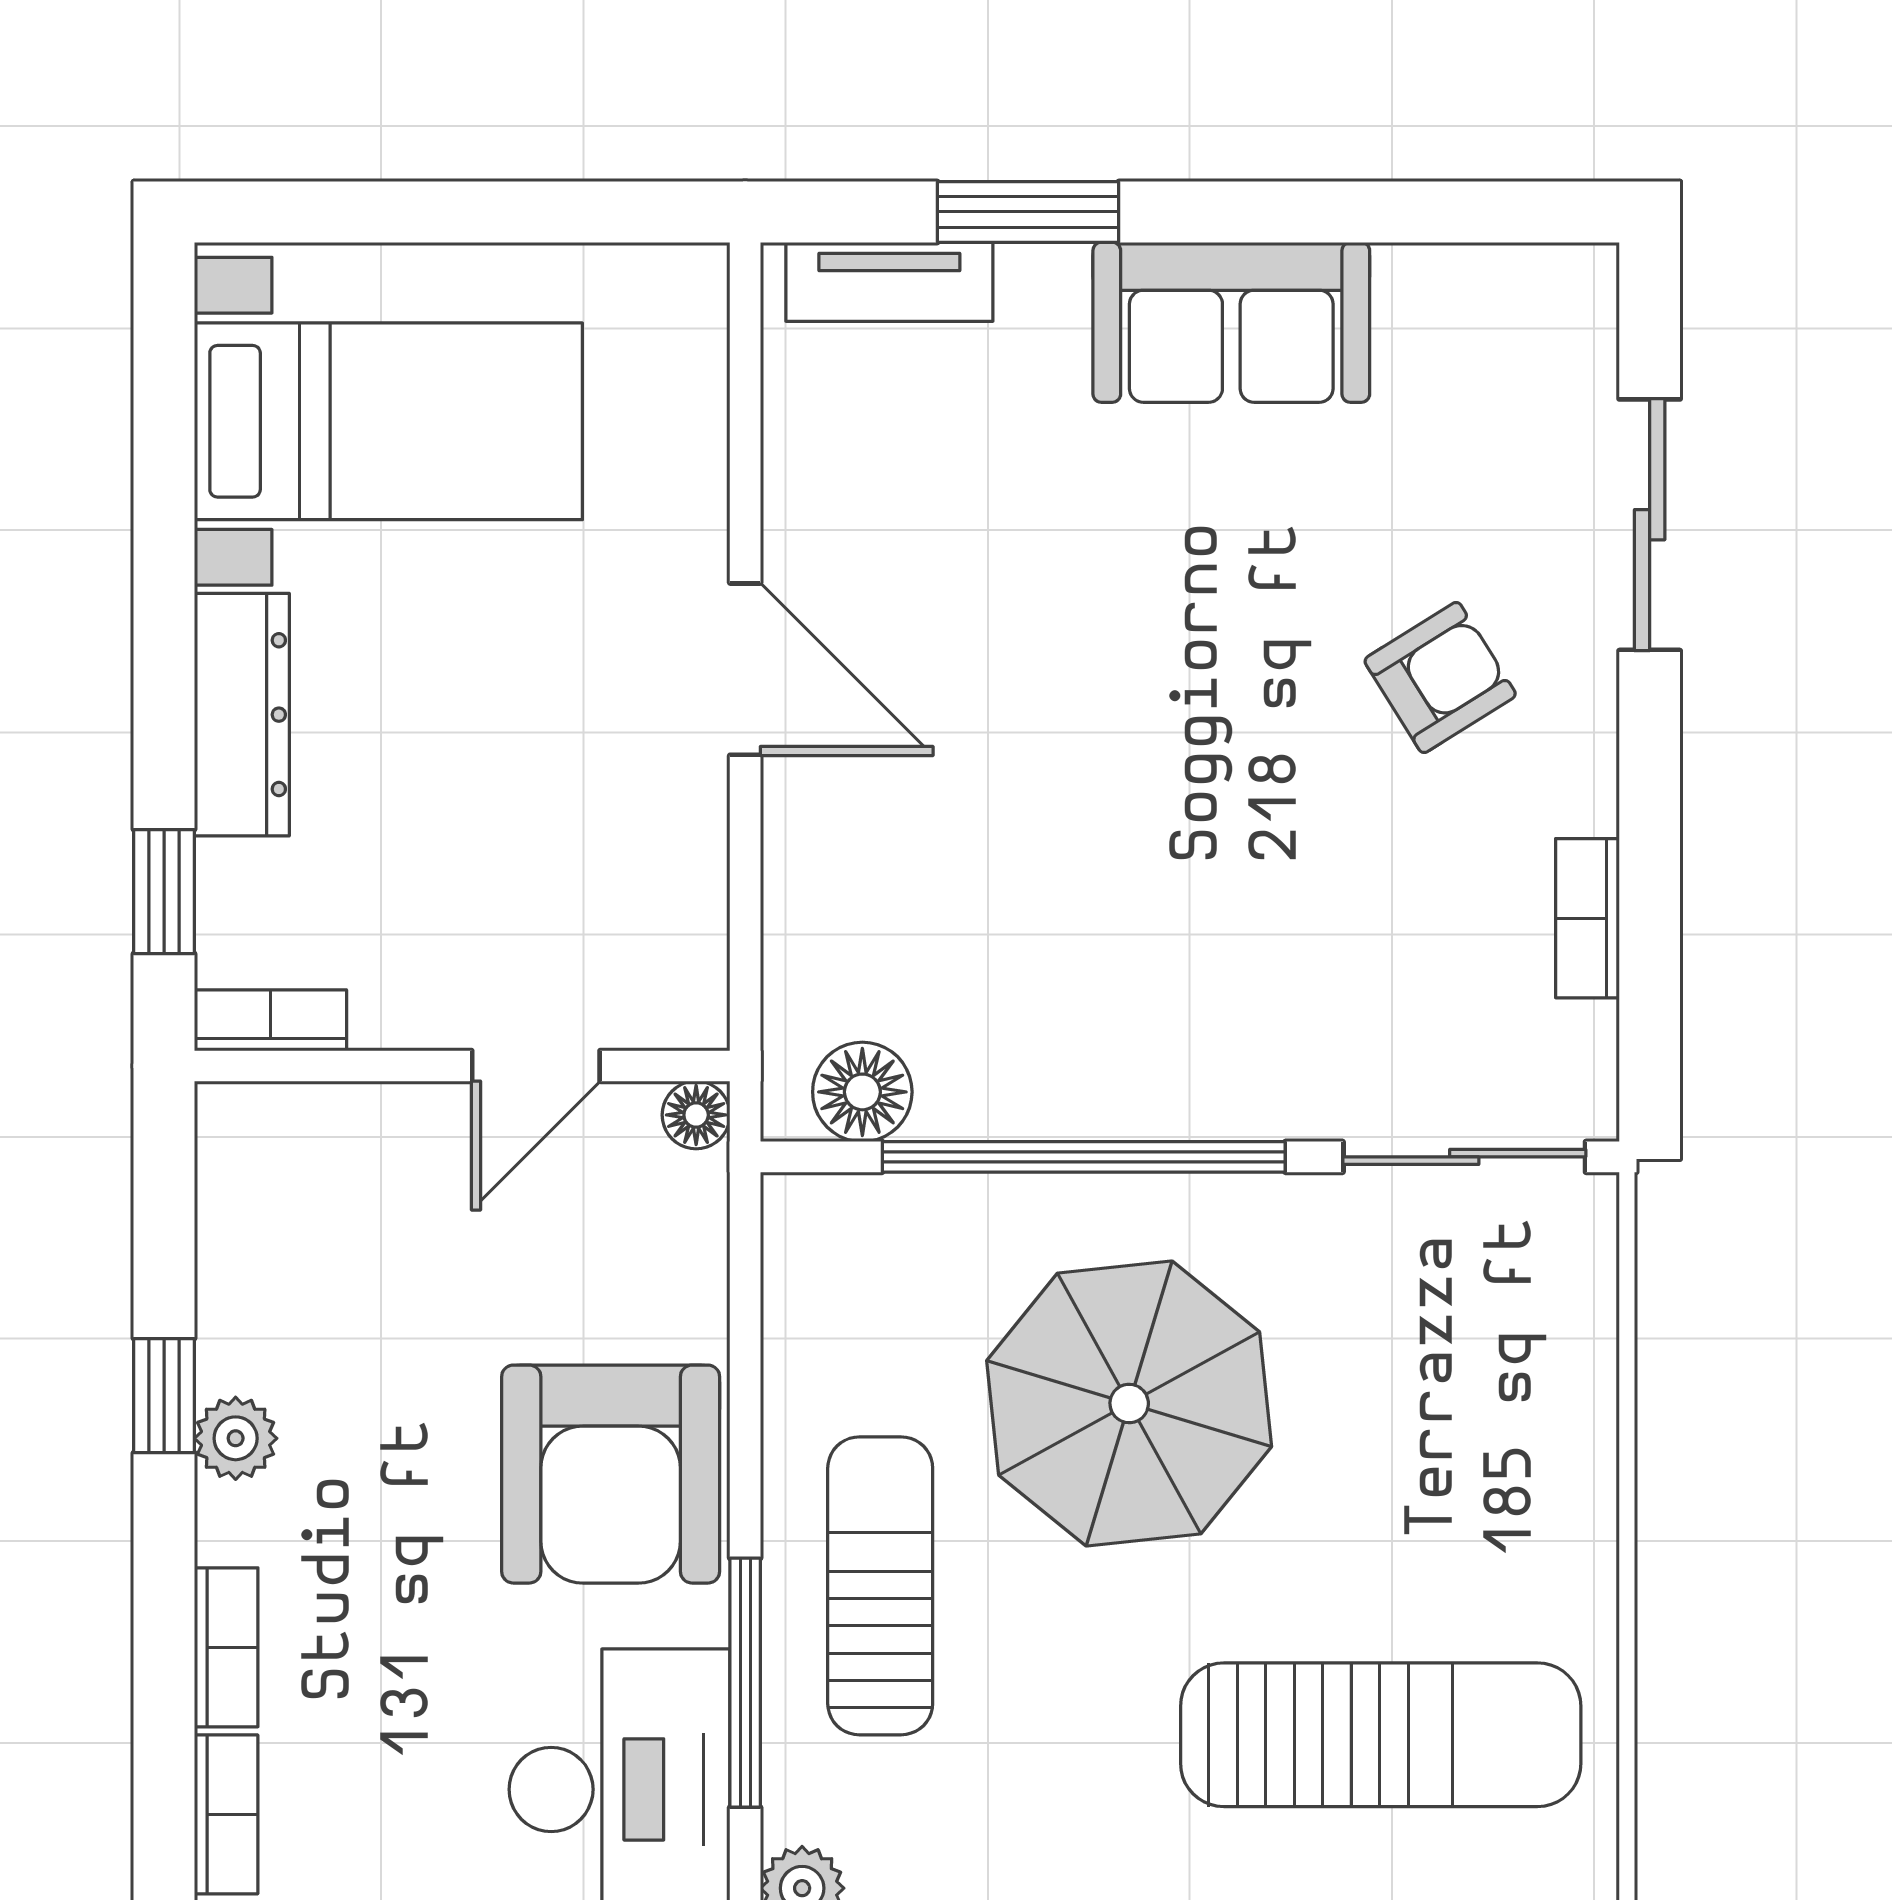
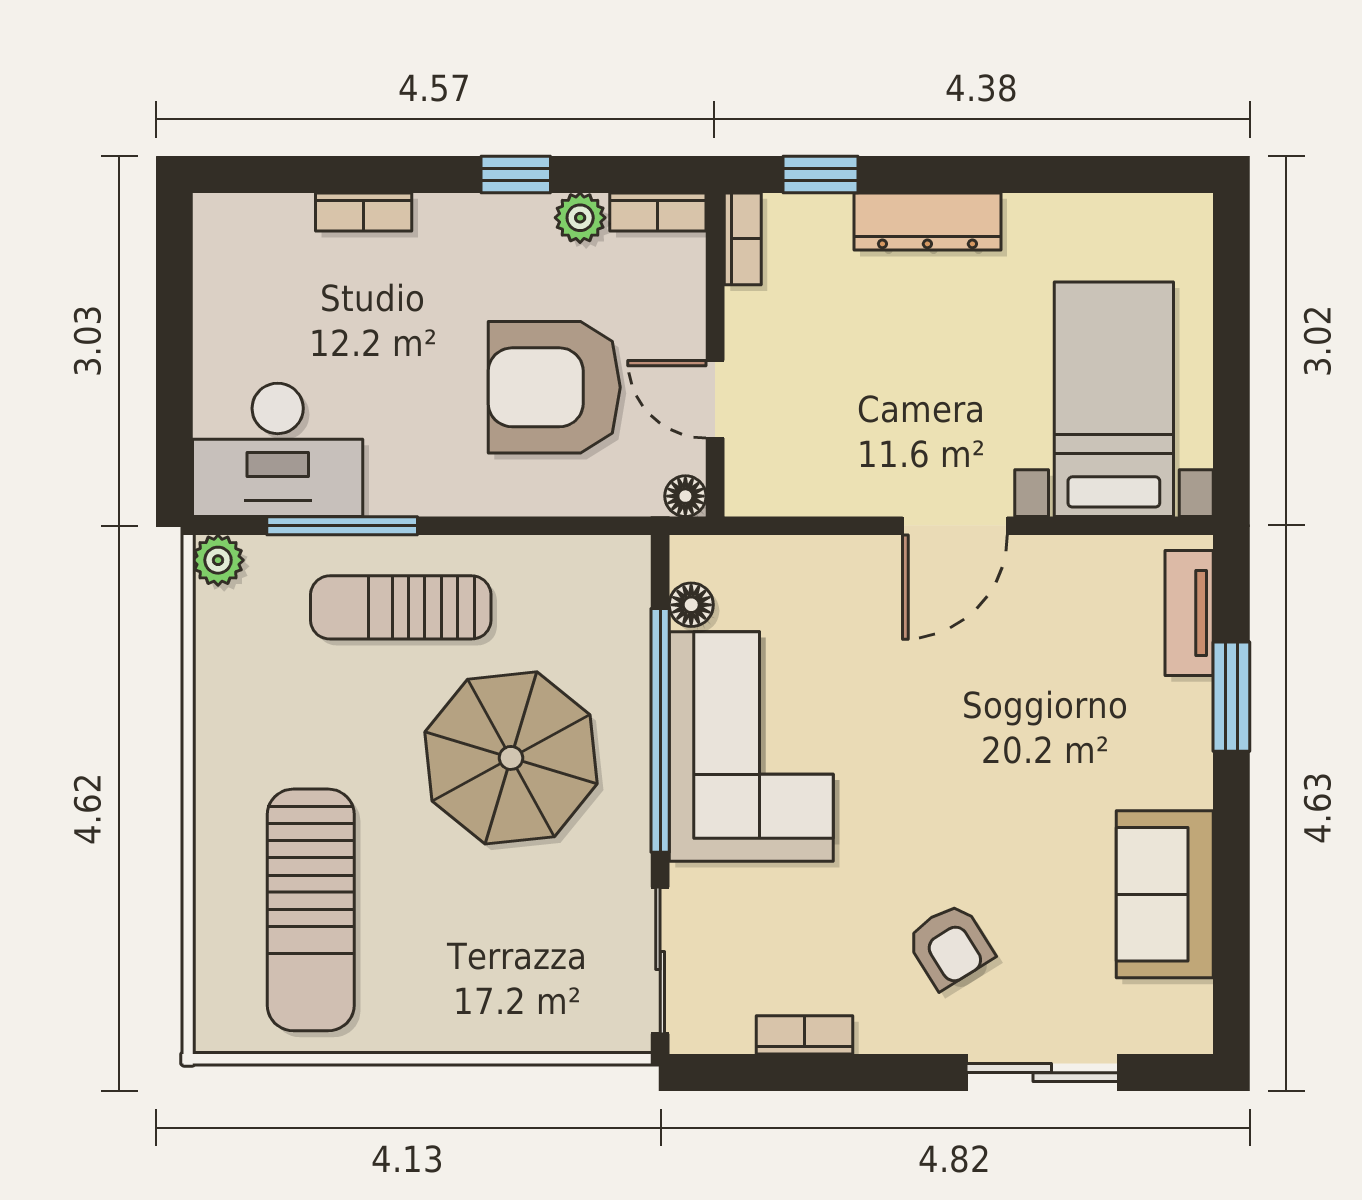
sofa: (1231, 322) -> (1165, 894), moved
bed with nightstands: (388, 421) -> (1114, 399), moved, turned 180
corner sofa: (1110, 1006) -> (751, 746), added
floor lamp: (862, 1092) -> (691, 605), width x0.73, depth x0.73
plant: (236, 1438) -> (580, 218), moved
armchair: (611, 1474) -> (554, 387), moved
sun lounger: (880, 1586) -> (401, 607), turned 180
bookcase: (226, 1814) -> (658, 212), moved

